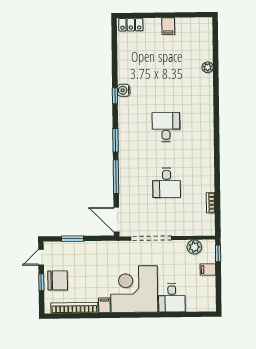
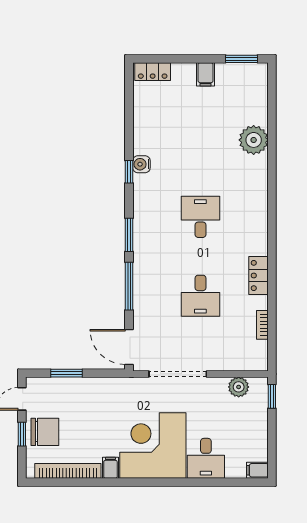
window: (194, 15) -> (241, 59), added
plant: (208, 67) -> (254, 140), width x1.87, depth x1.87
locker: (208, 168) -> (259, 275), added
filing cabinet: (208, 269) -> (257, 470), moved

